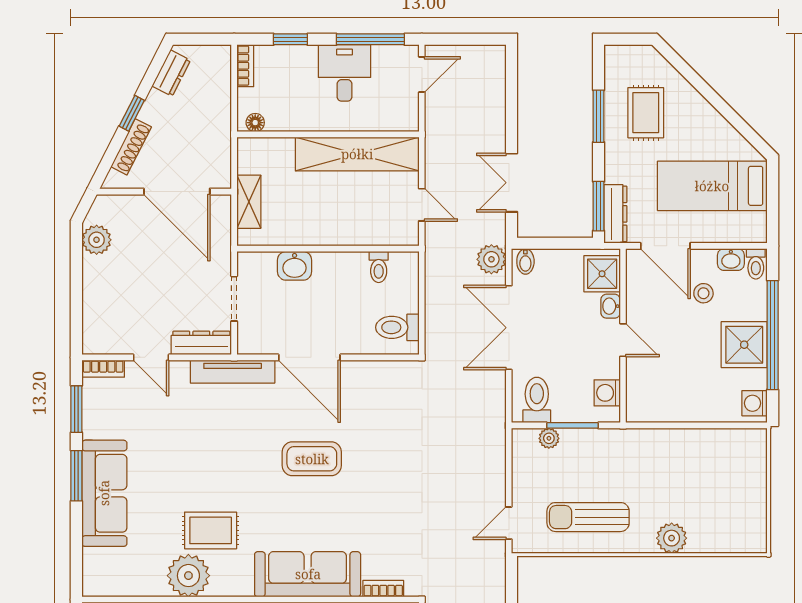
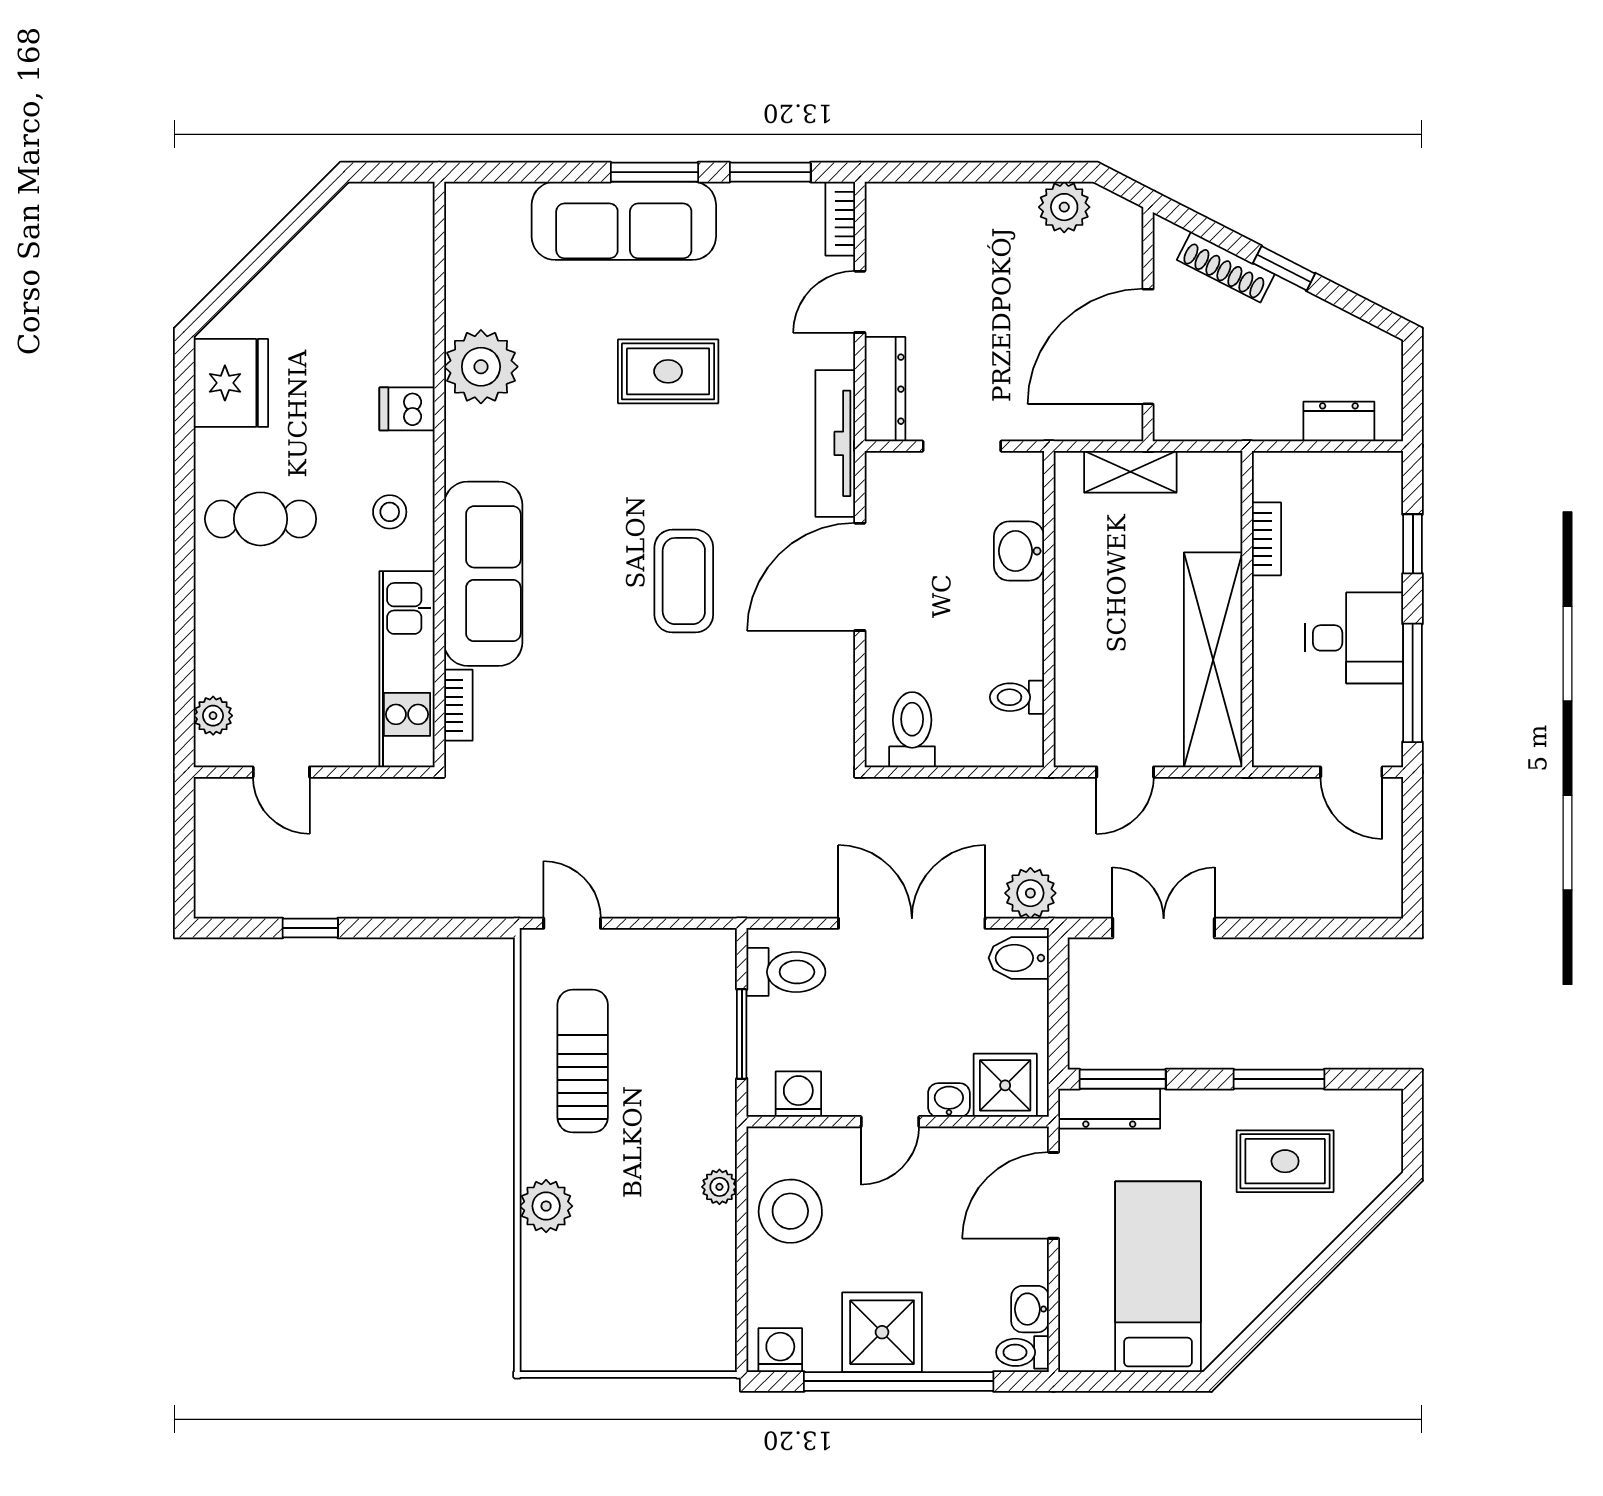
bookcase: (245, 66) -> (1267, 539), moved, turned -90
dresser: (171, 73) -> (1339, 421), moved, turned 153
floor lamp: (255, 123) -> (1268, 483), removed
bidet: (525, 261) -> (1019, 958), width x1.38, depth x1.36
stool: (703, 293) -> (790, 1211), moved, width x1.89, depth x1.89
plant: (549, 438) -> (719, 1187), moved
rug: (211, 530) -> (668, 371), moved, turned 90

